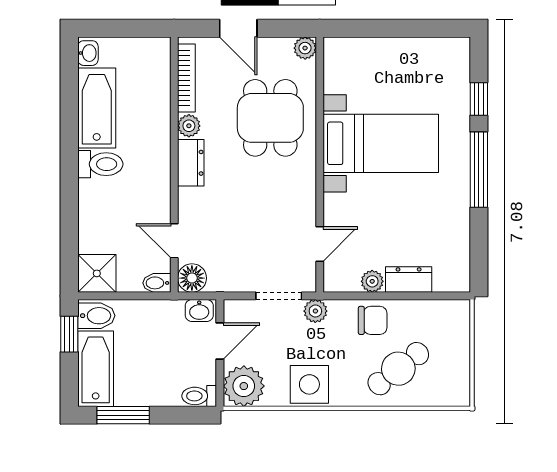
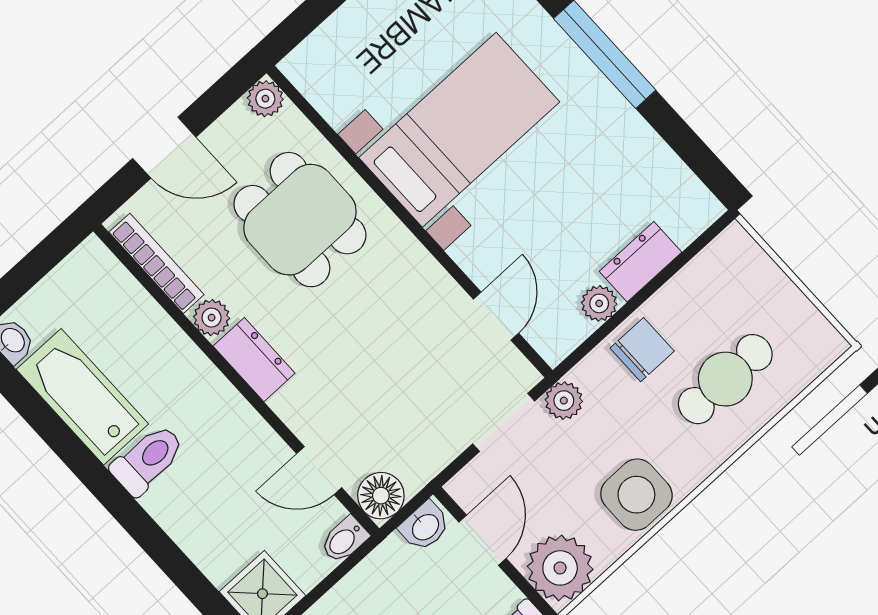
cafe table: (398, 369) -> (725, 379), turned 38

